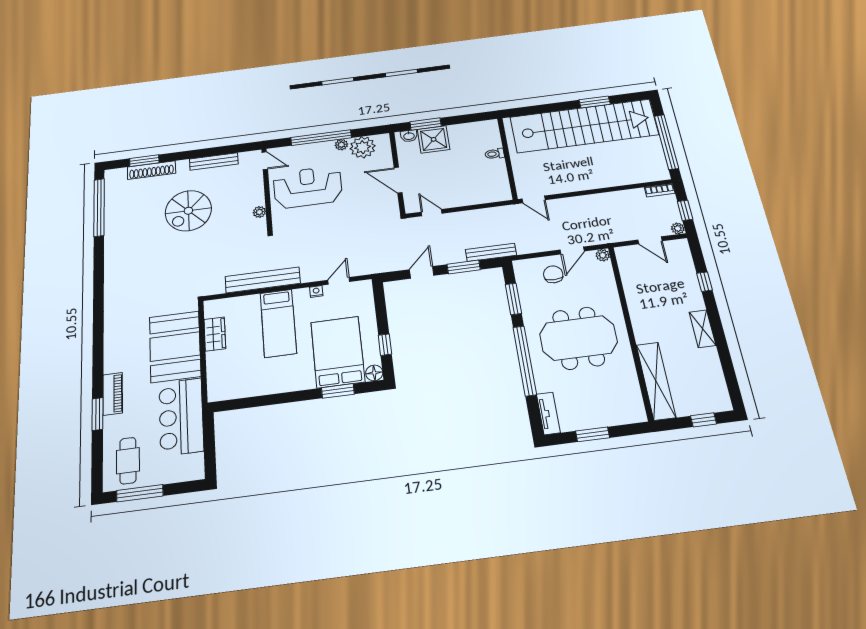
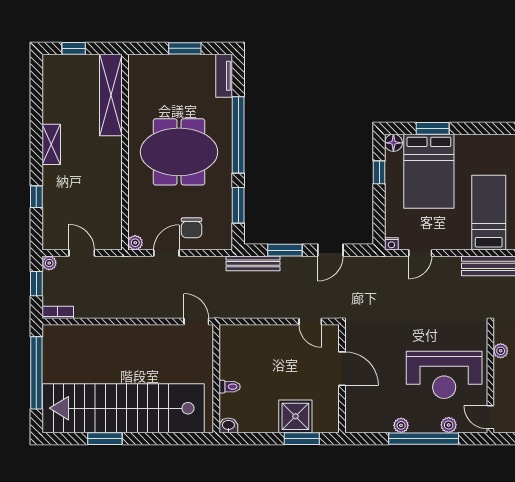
washbasin: (409, 136) -> (228, 425), moved
plant: (363, 147) -> (449, 425), moved, width x0.53, depth x0.53
nightstand: (316, 291) -> (391, 244), moved

